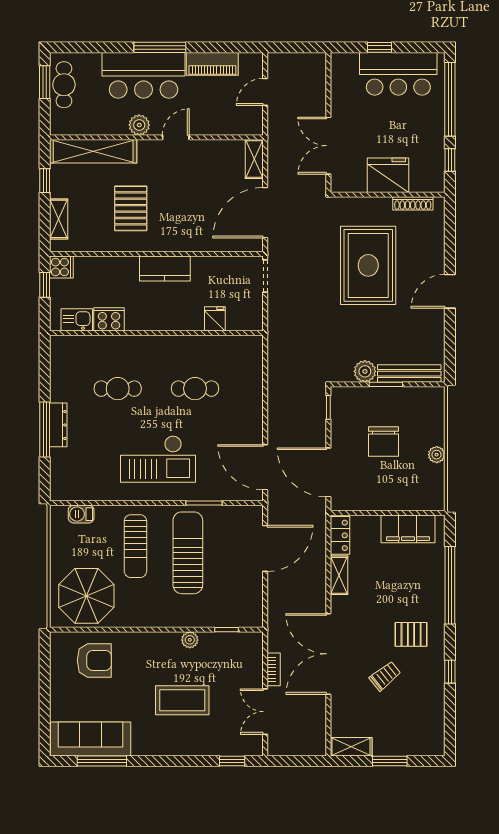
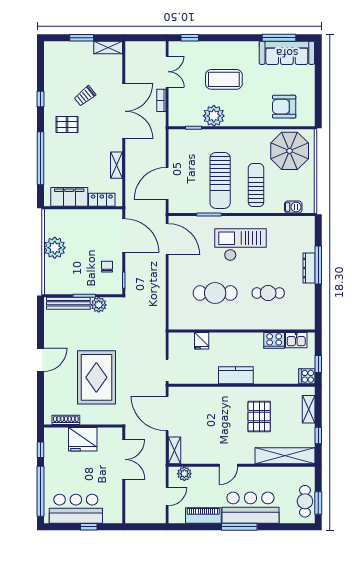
plant: (139, 125) -> (184, 474), moved
door: (265, 213) -> (167, 414), swing flipped
cafe table: (195, 389) -> (215, 293), width x1.37, depth x1.35
chair: (384, 442) -> (107, 267), moved, width x0.54, depth x0.54
plant: (437, 455) -> (55, 248), width x1.87, depth x1.87
locker: (340, 535) -> (102, 200), moved, turned 90
plant: (190, 640) -> (214, 116), width x1.88, depth x1.88

